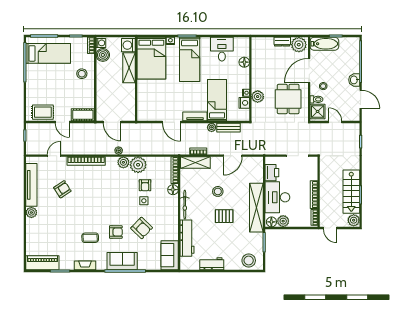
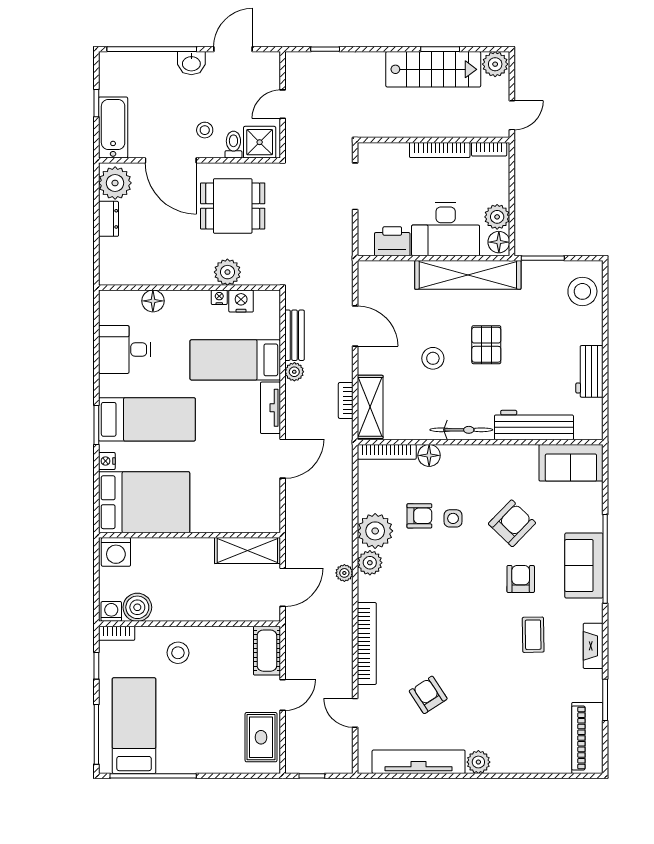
shelving: (129, 68) -> (247, 551), moved

